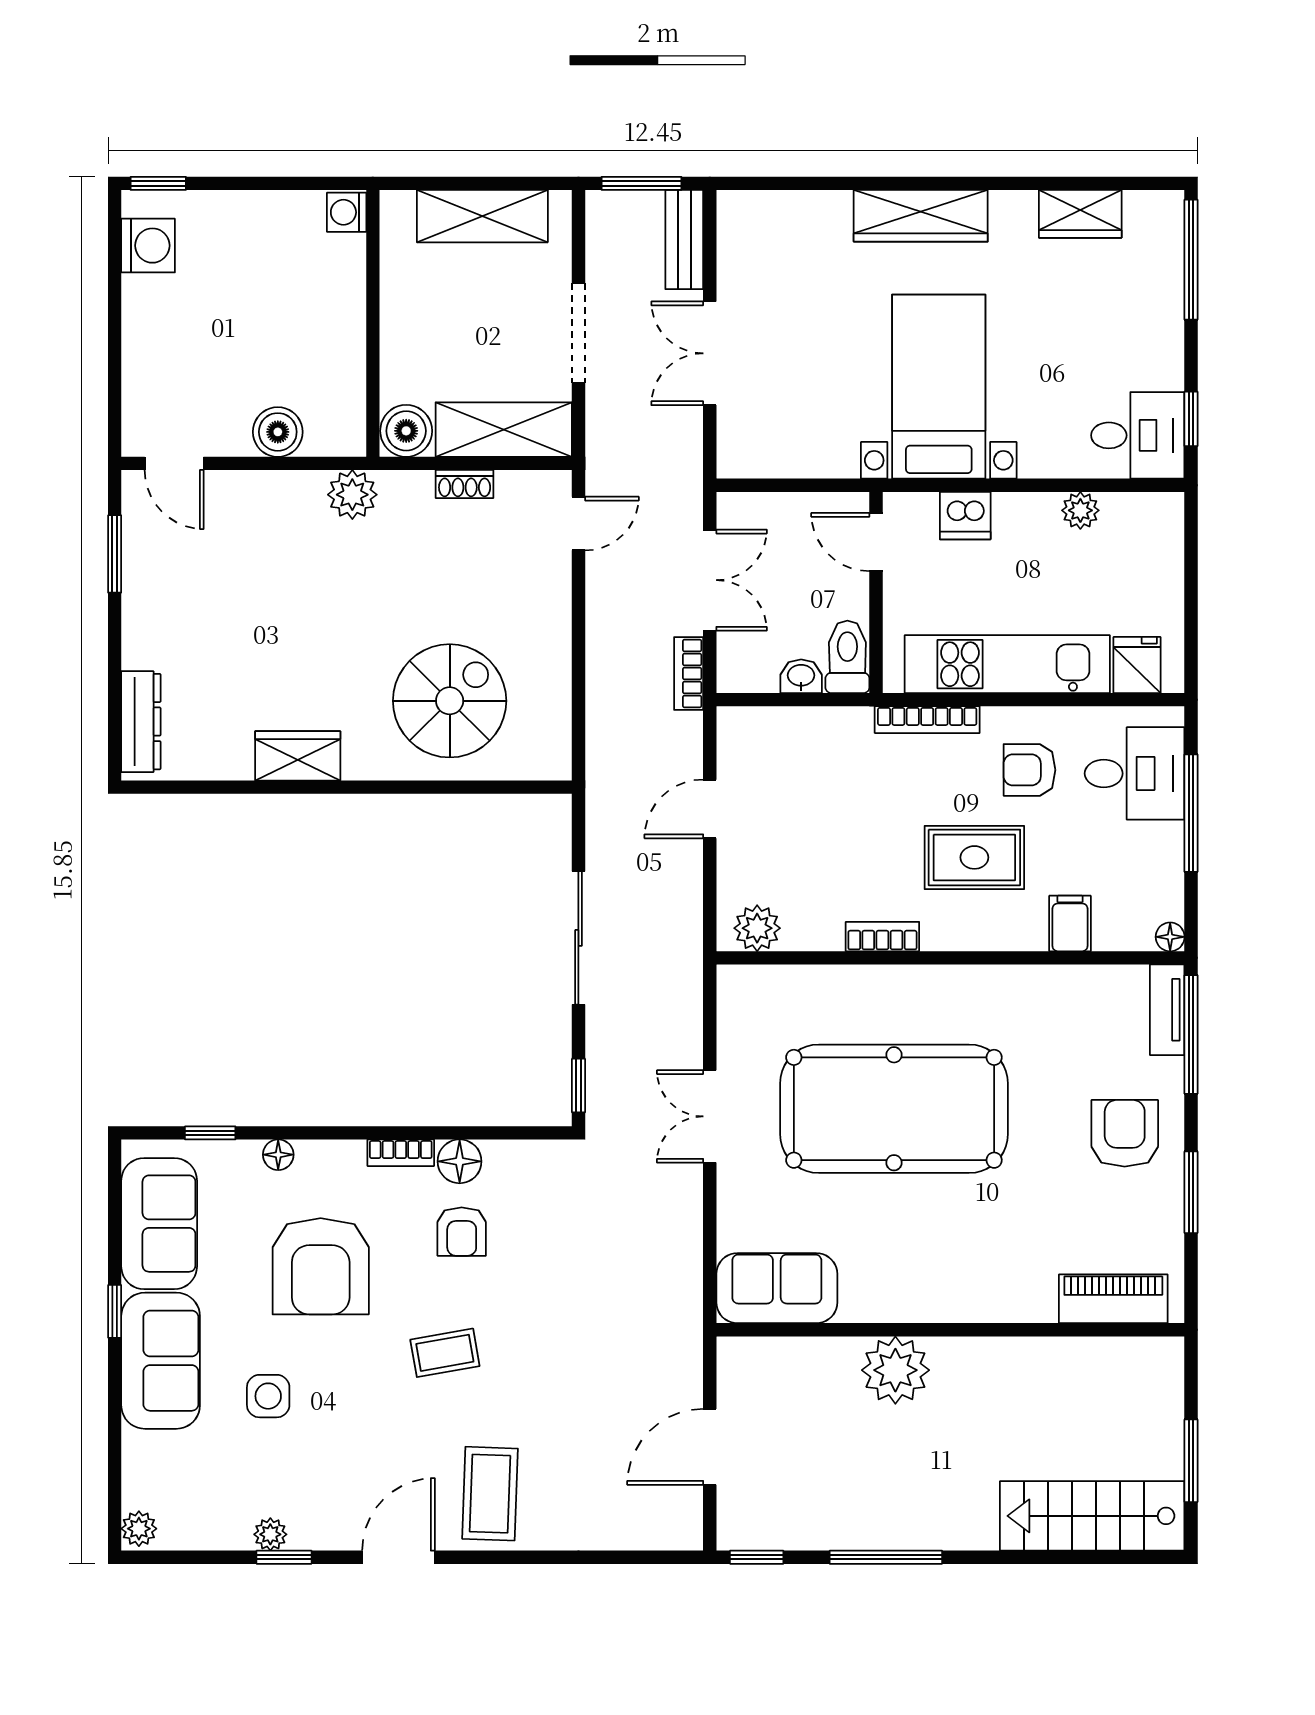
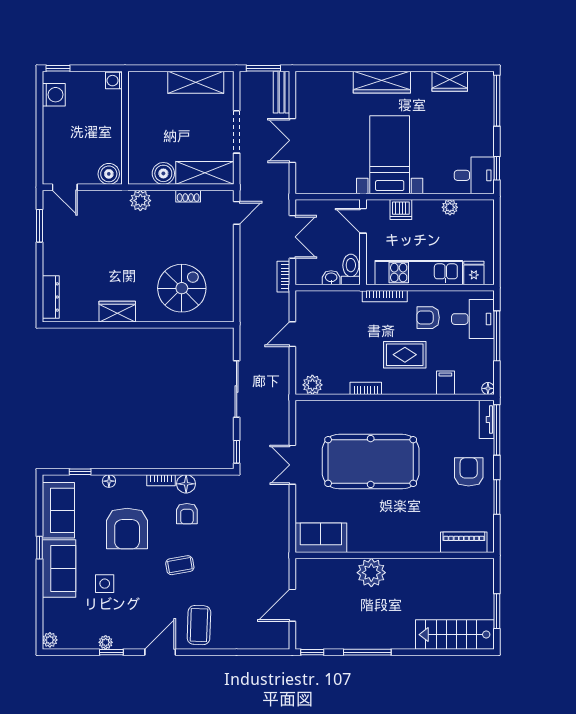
washing machine: (347, 212) -> (114, 81), moved
wall: (373, 323) -> (125, 128), moved

